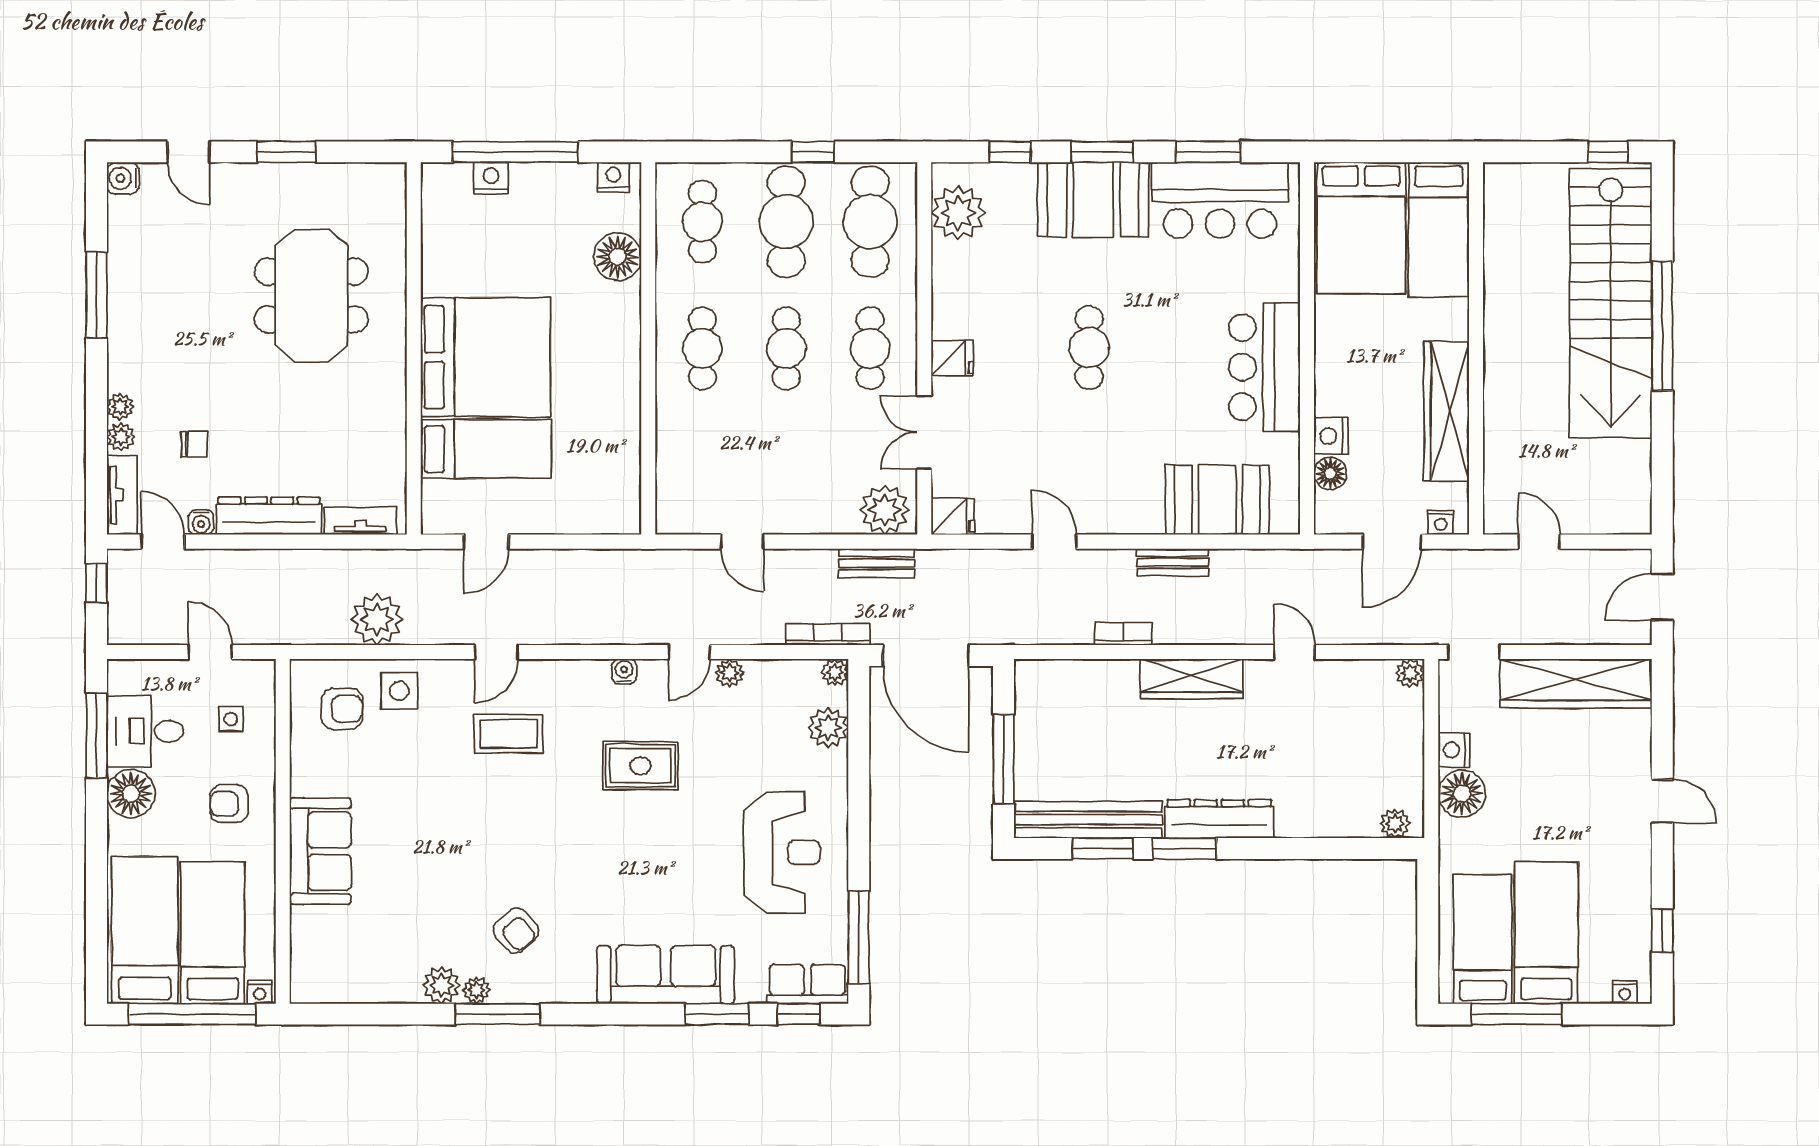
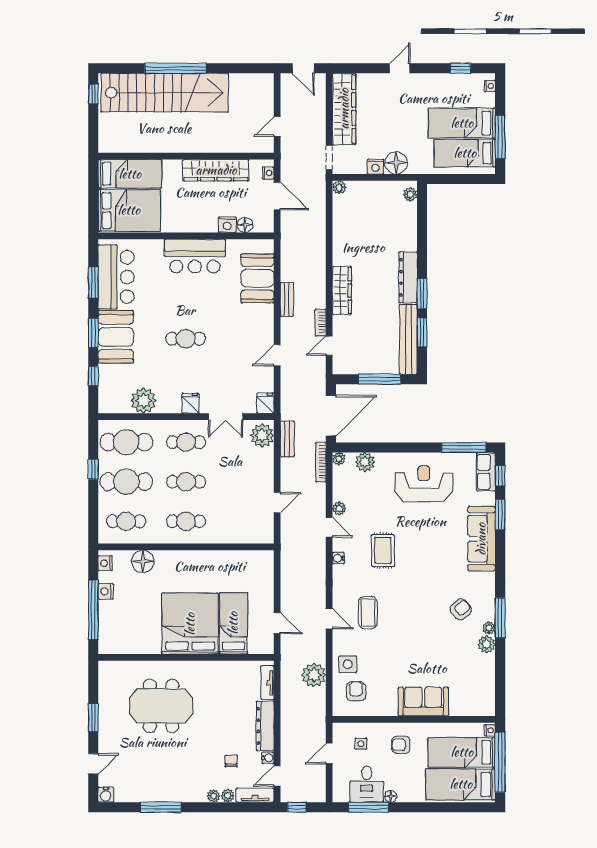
nightstand: (491, 178) -> (106, 591), moved
plant: (958, 213) -> (143, 401), moved
door: (1294, 652) -> (329, 346), moved
floor lamp: (131, 794) -> (391, 796), width x0.53, depth x0.53
armchair: (229, 804) -> (401, 745), turned 90

